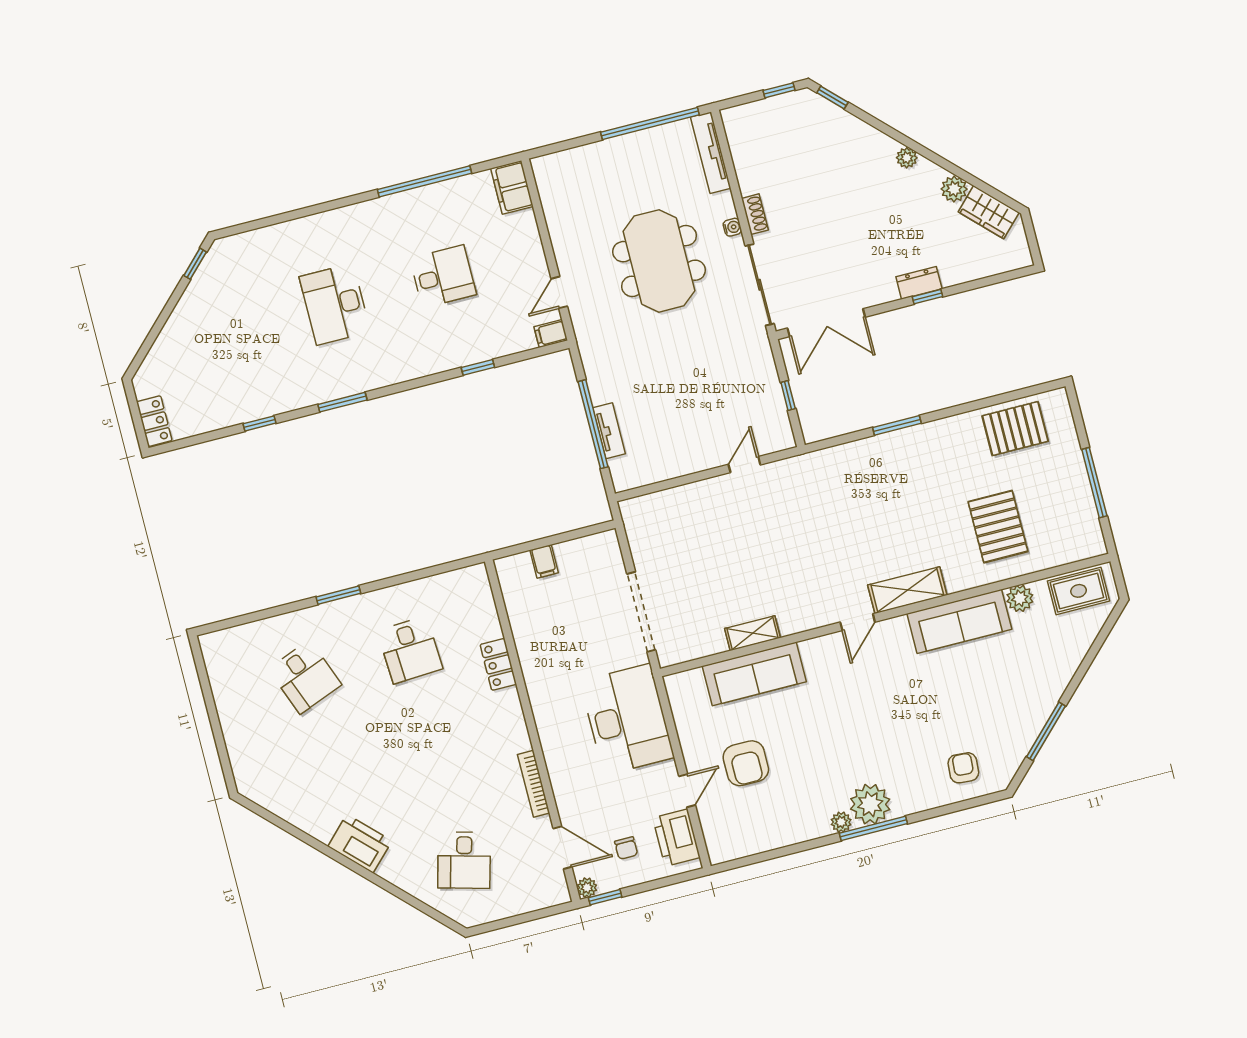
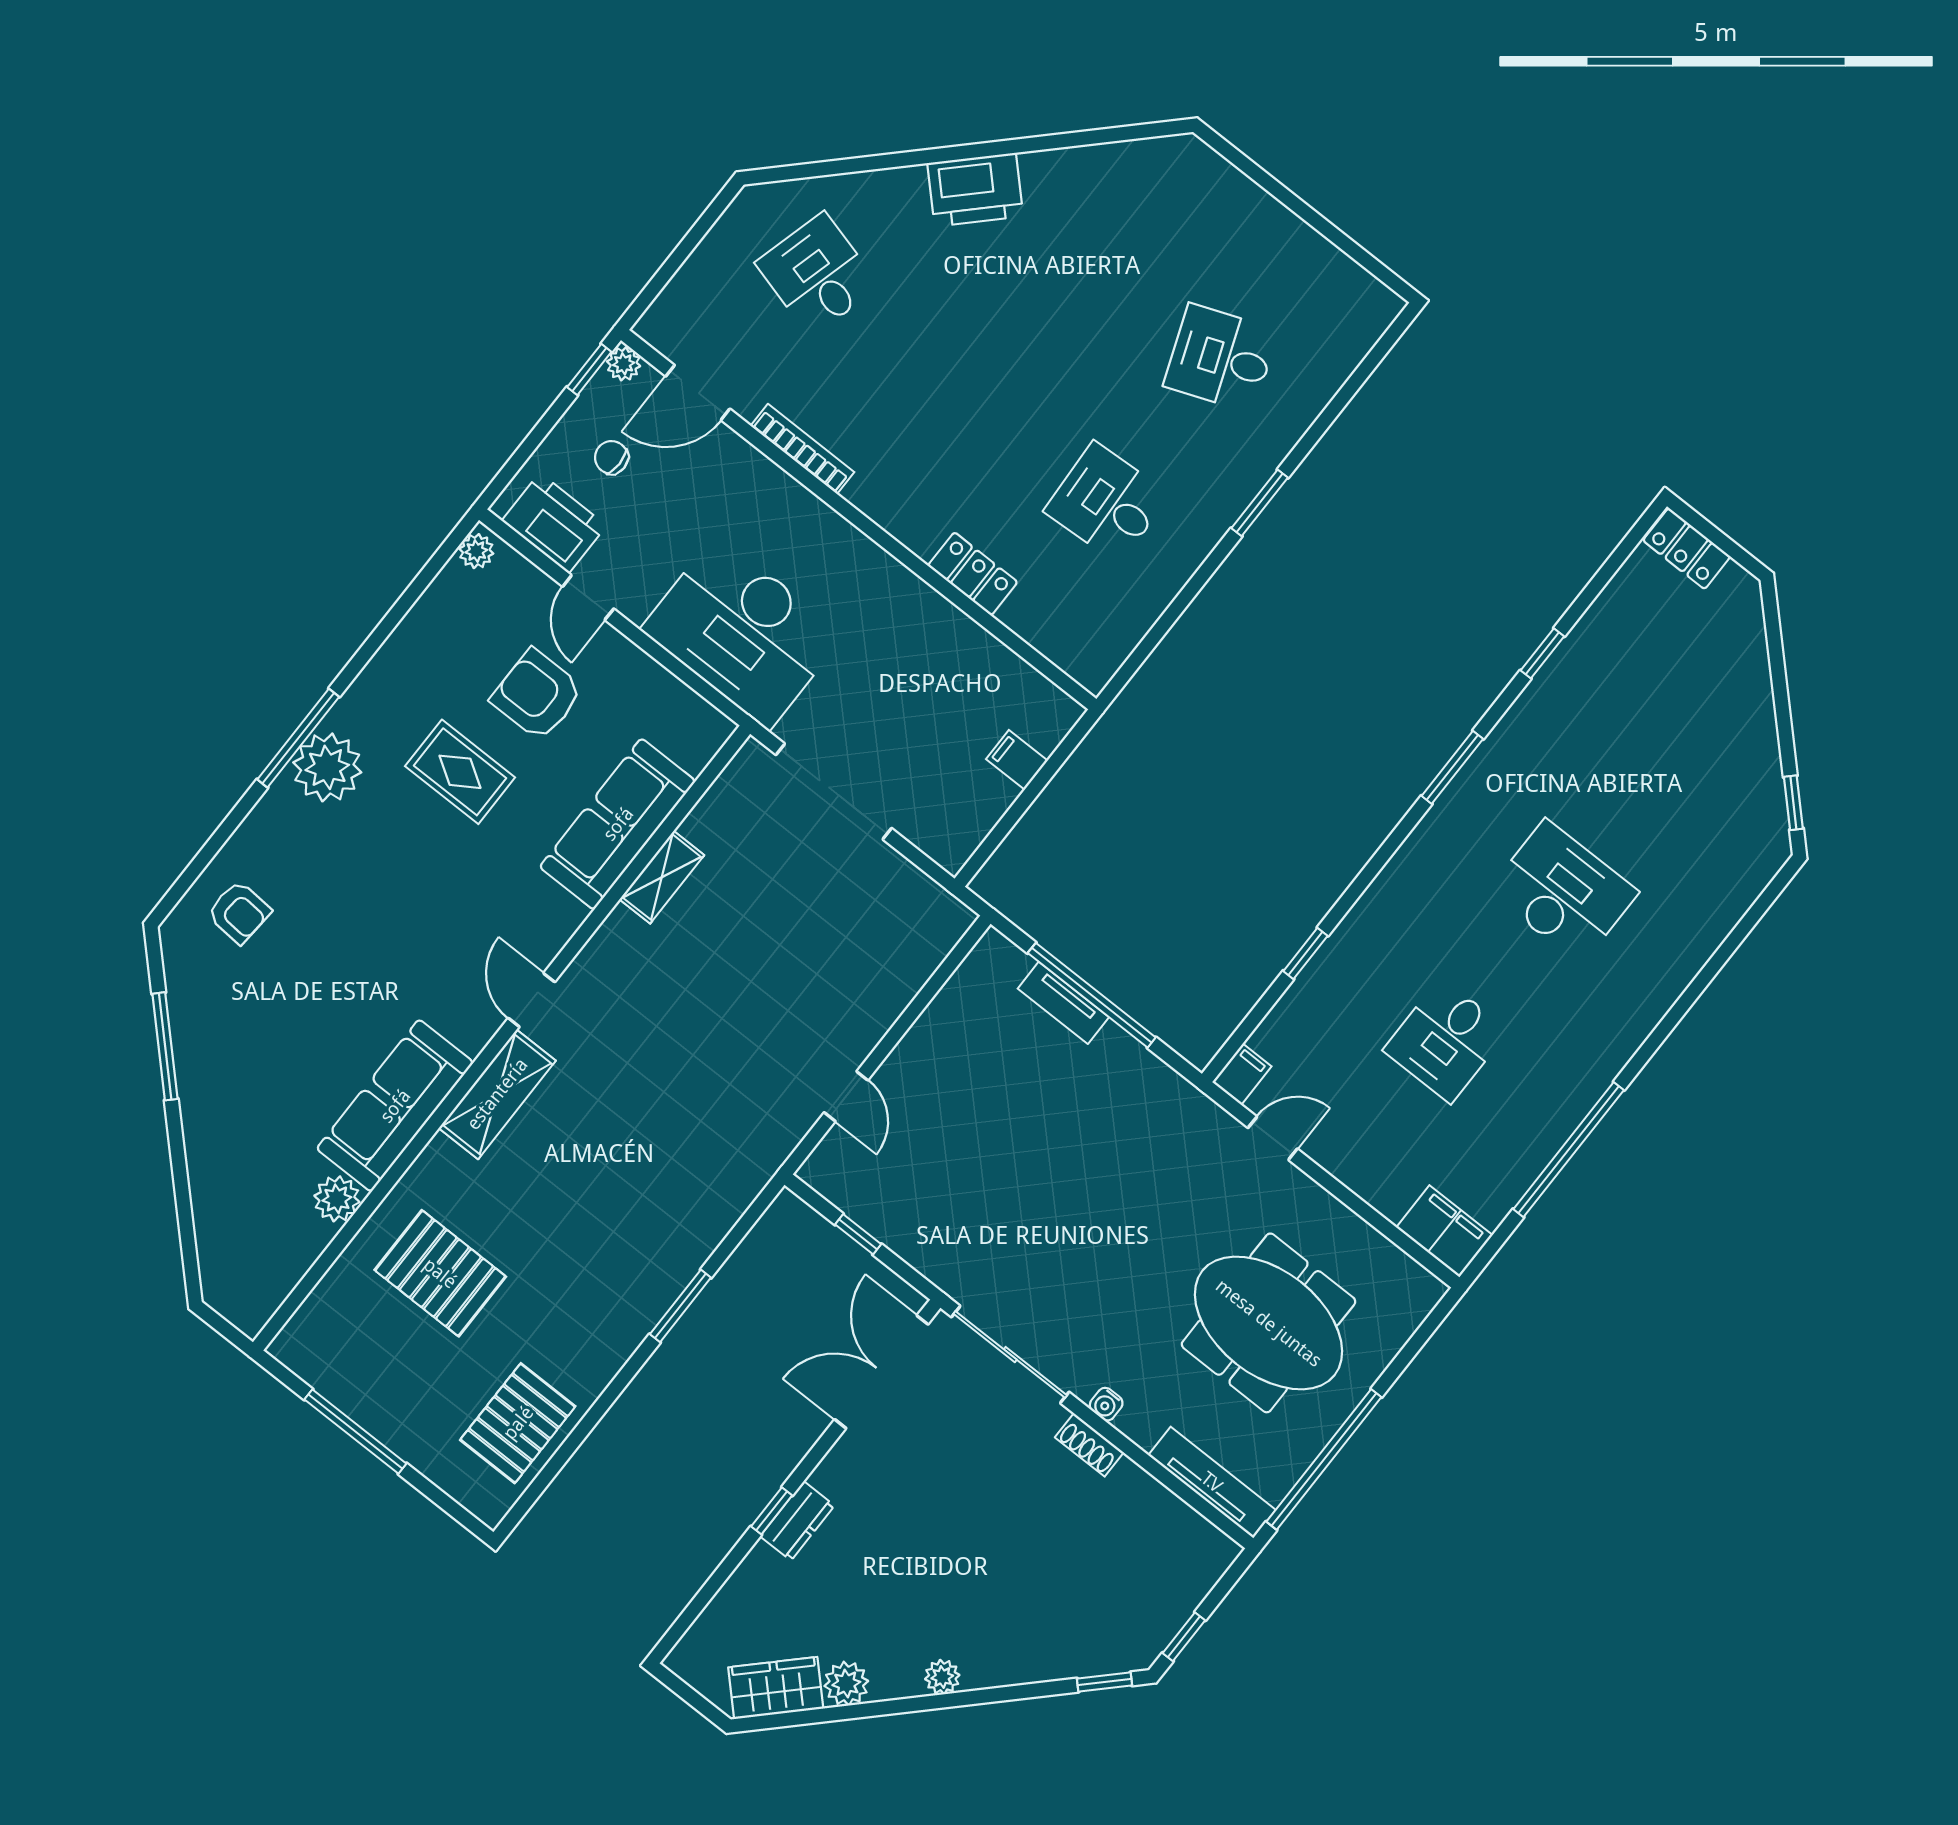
meeting table: (659, 261) -> (1269, 1323), moved
door: (559, 292) -> (1273, 1138), hinge flipped
rug: (1079, 591) -> (460, 772), moved, turned 90
plant: (841, 822) -> (476, 551), moved

